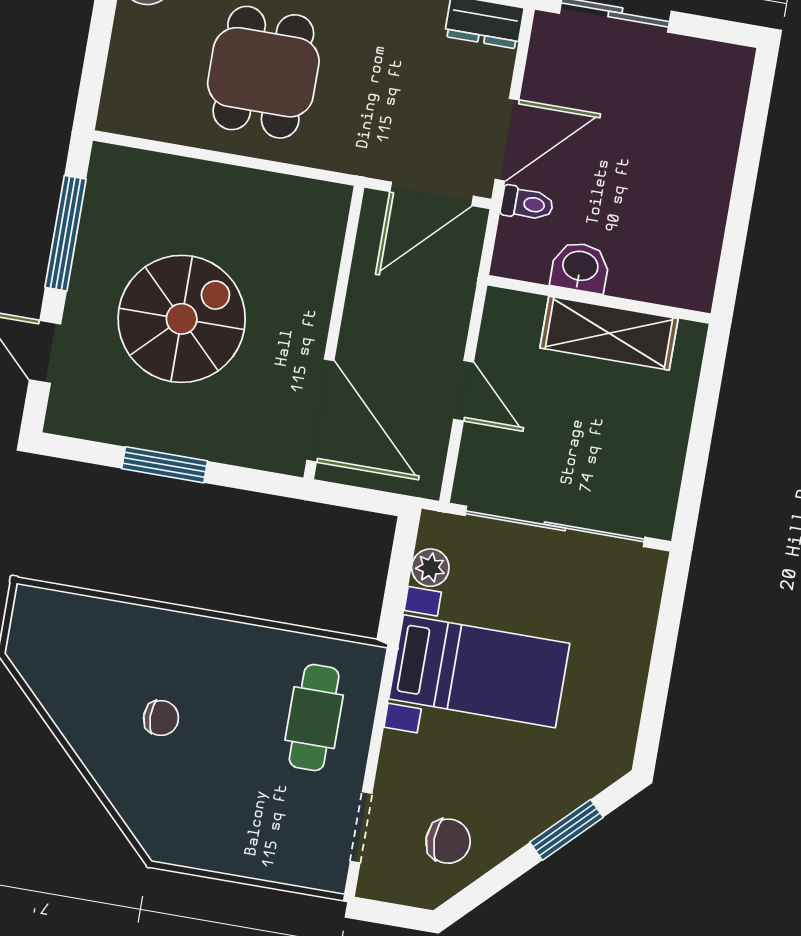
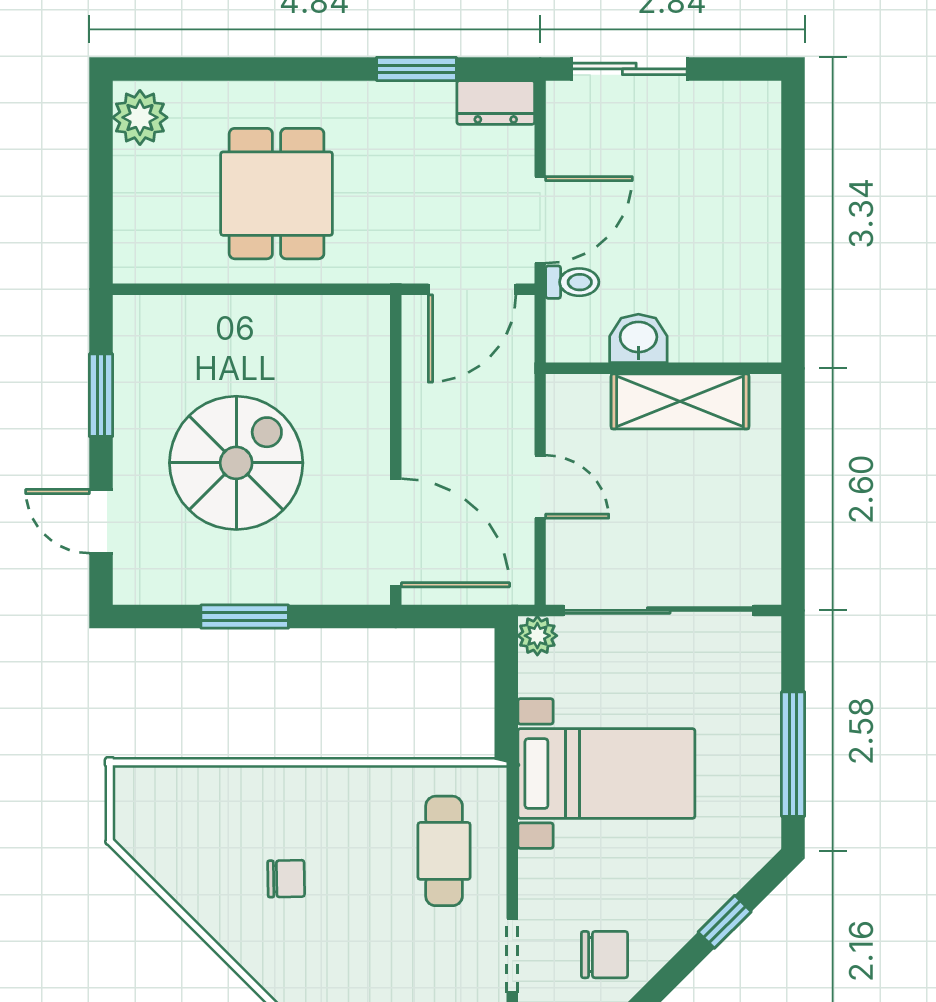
window: (66, 233) -> (101, 395), width x0.69
plant: (430, 568) -> (537, 636), moved
window: (658, 683) -> (793, 754), added
window: (566, 830) -> (725, 922), width x0.67

